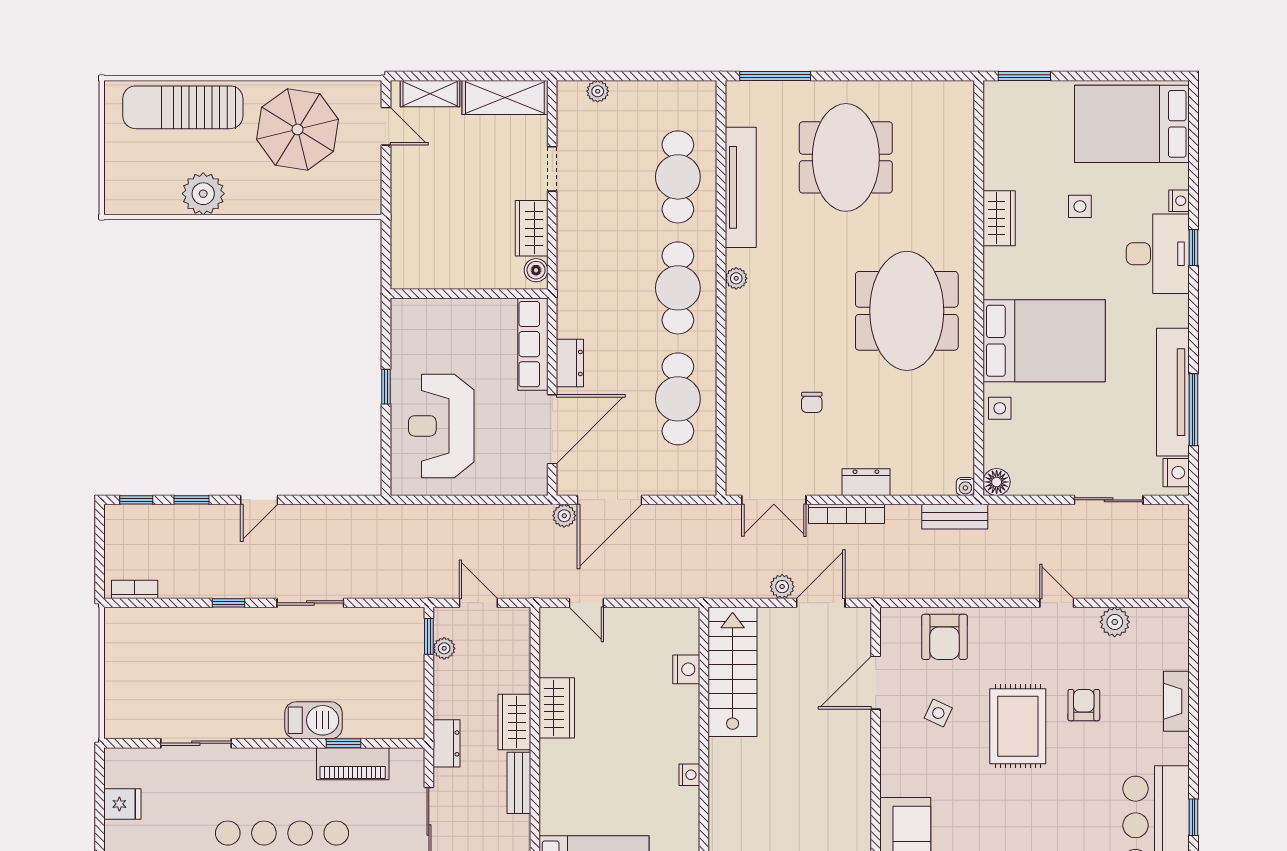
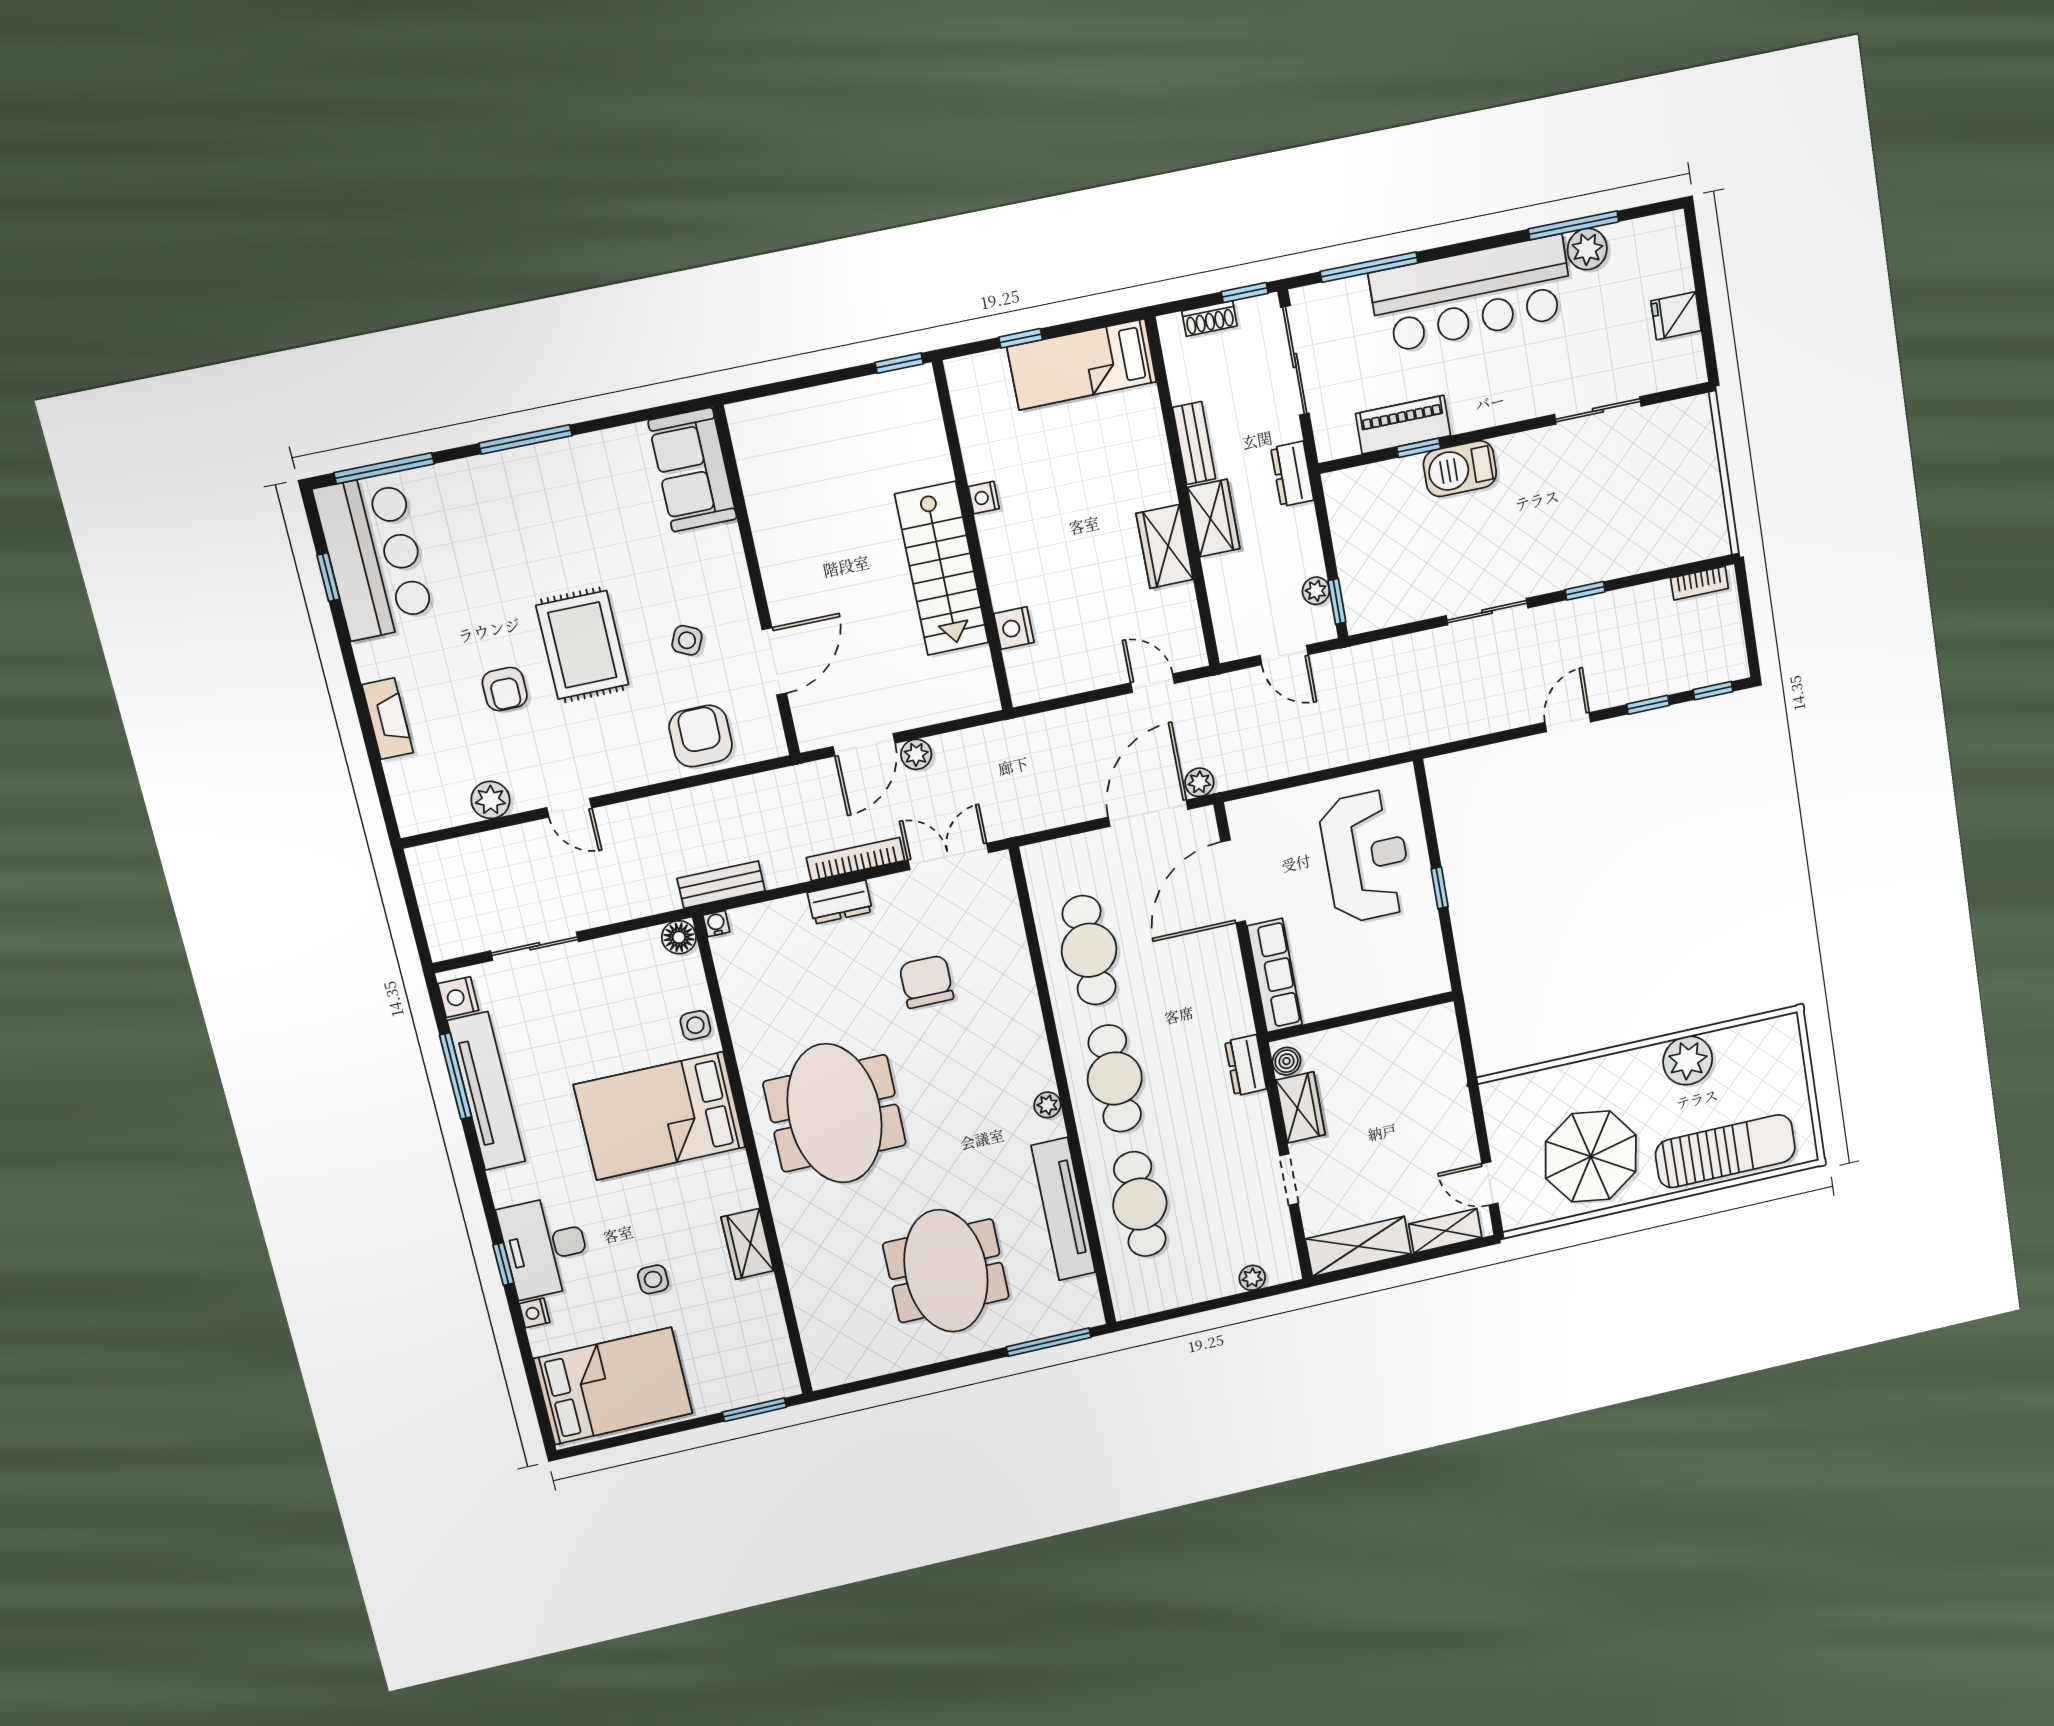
dresser: (570, 363) -> (1246, 1065), moved
chair: (812, 402) -> (926, 982), width x1.87, depth x1.87
stairs: (733, 672) -> (942, 569), moved

